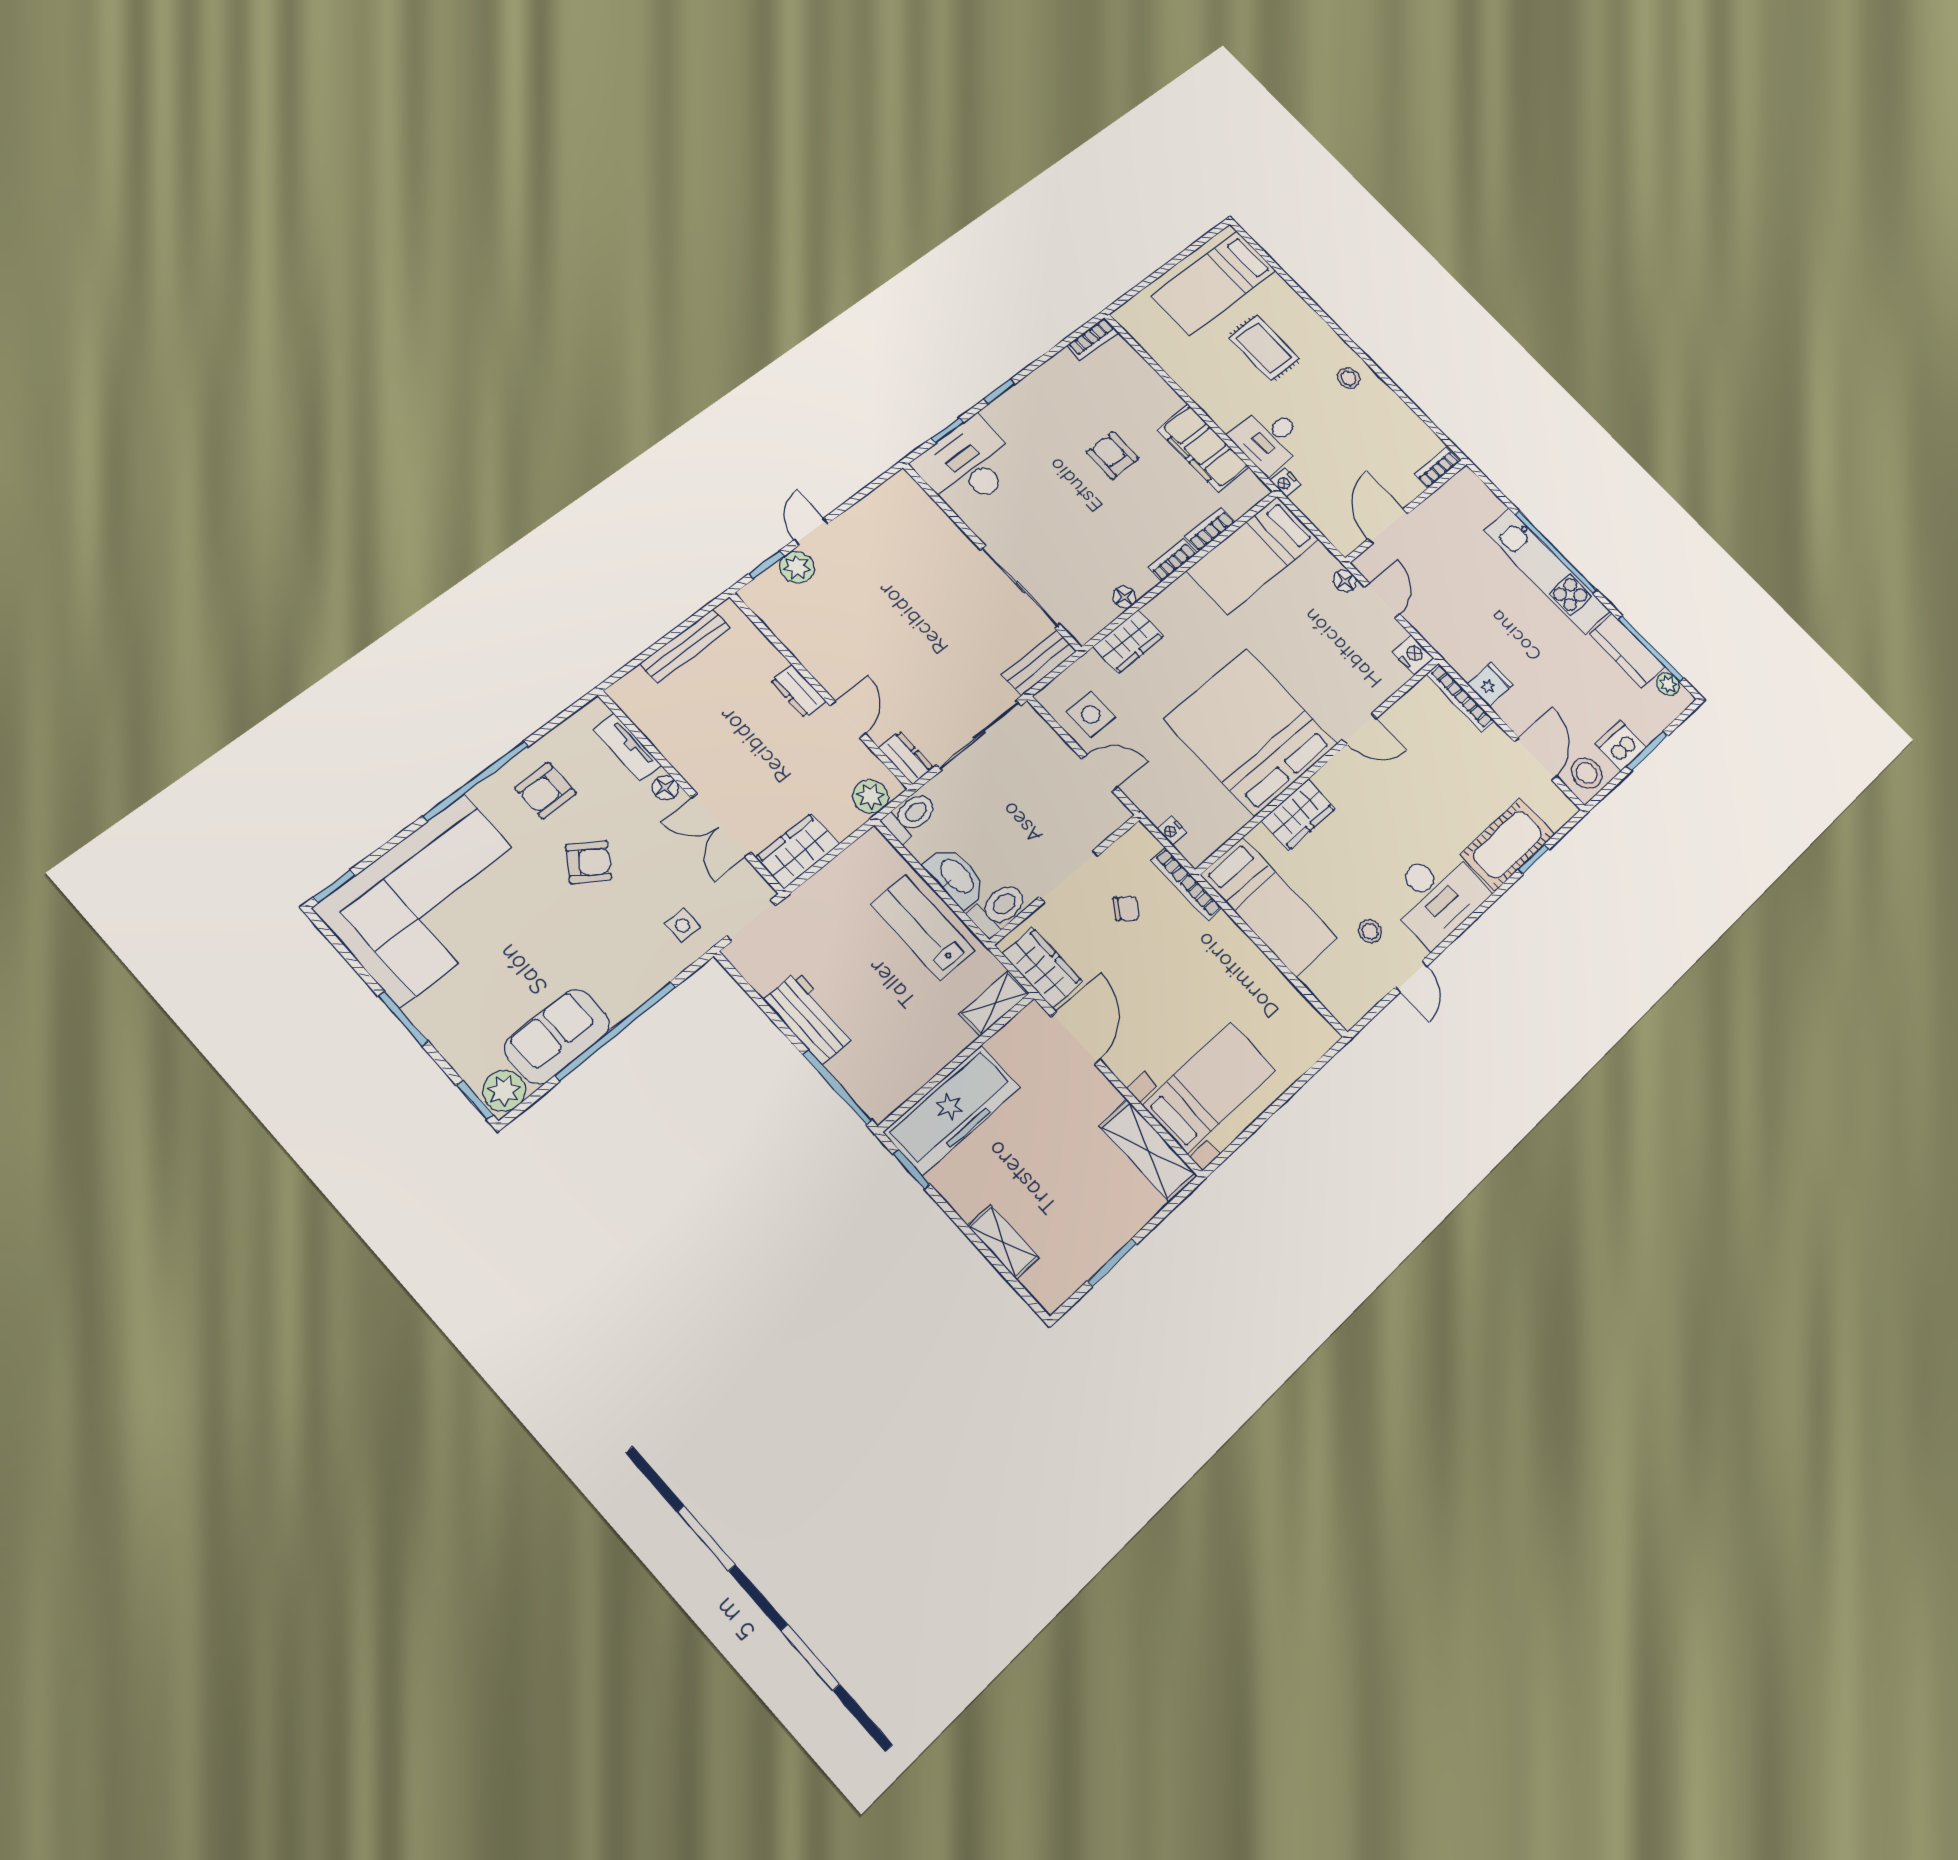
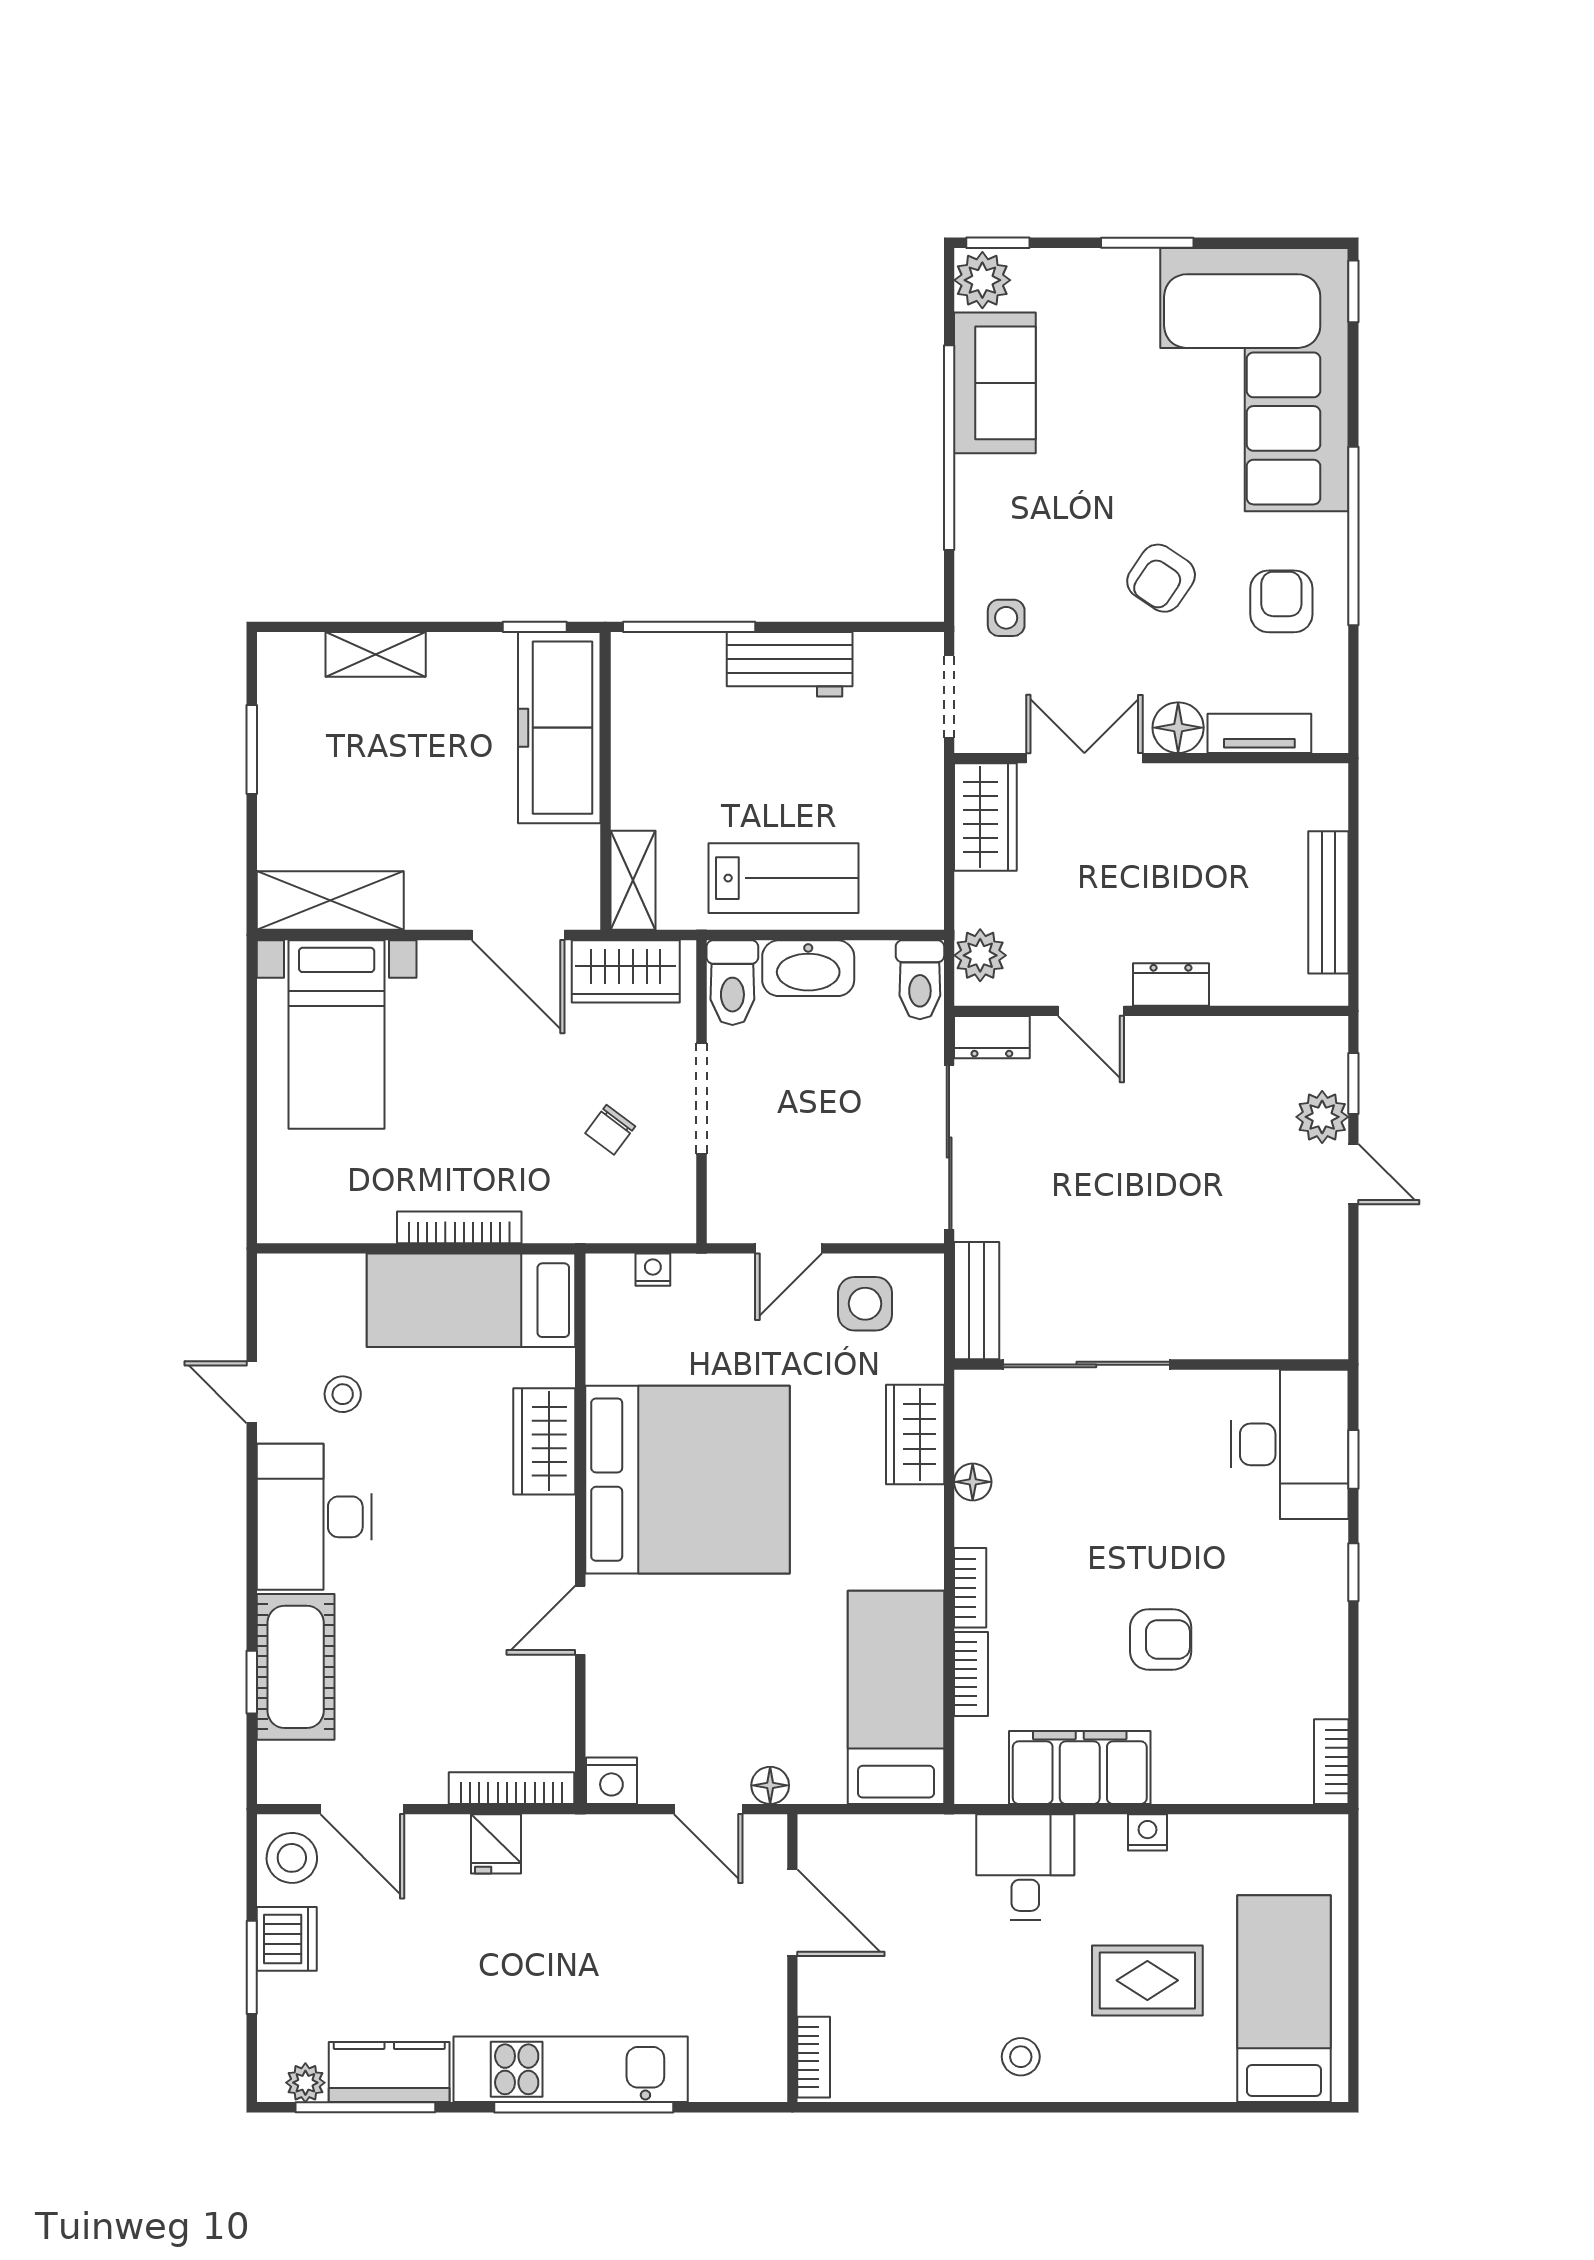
nightstand: (1285, 482) -> (1148, 1832), moved
floor lamp: (665, 788) -> (1178, 728), width x1.37, depth x1.37
bookcase: (1186, 884) -> (459, 1227), moved

